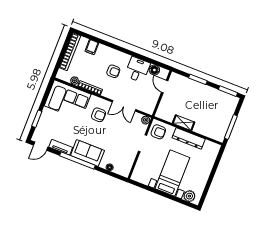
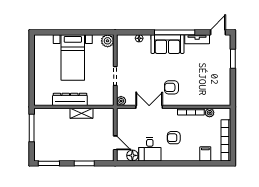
corner sofa: (68, 100) -> (209, 90), removed
armchair: (158, 132) -> (104, 94), removed
plant: (189, 196) -> (108, 41), moved

